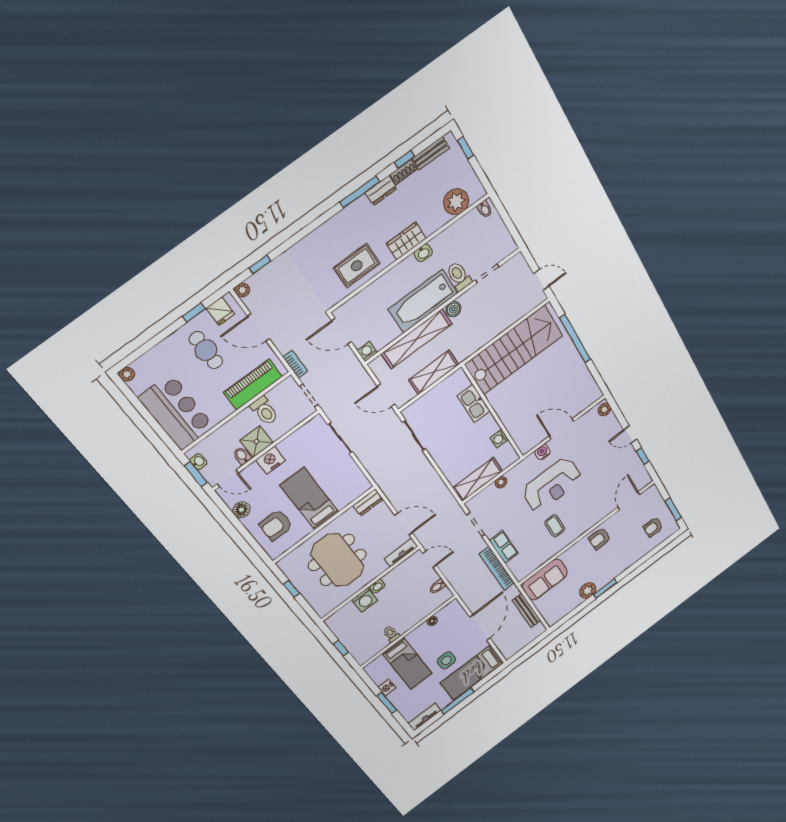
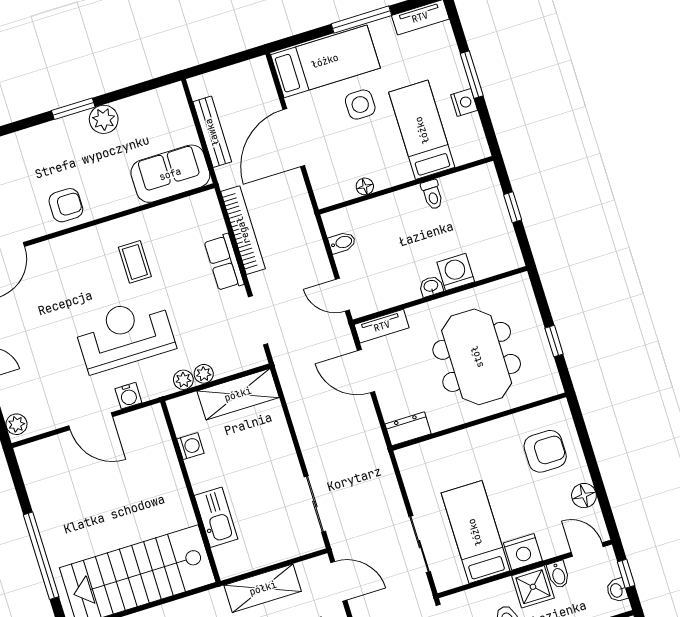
window: (196, 474) -> (626, 574), width x0.67
plant: (512, 474) -> (183, 380), added
bed: (309, 499) -> (475, 532), moved, turned 180

